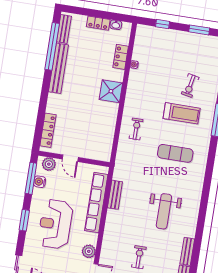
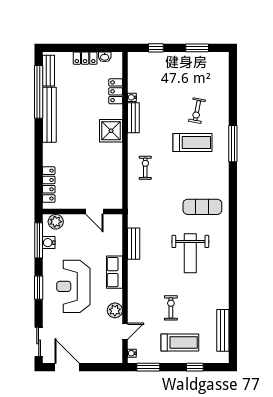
exercise mat: (175, 153) -> (202, 207), moved
door: (70, 158) -> (94, 212), moved
row of seats: (96, 203) -> (115, 272), width x0.50
bench: (187, 251) -> (133, 118), moved

